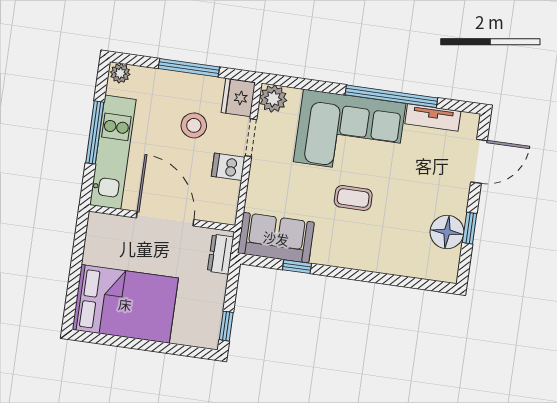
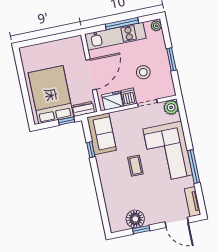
window: (189, 68) -> (171, 59), width x0.69
window: (391, 96) -> (194, 167), width x0.68
fridge: (238, 98) -> (112, 101), moved
tv unit: (433, 117) -> (193, 202), moved
bed: (125, 304) -> (51, 95), moved, turned 180
window: (226, 326) -> (67, 121), moved

